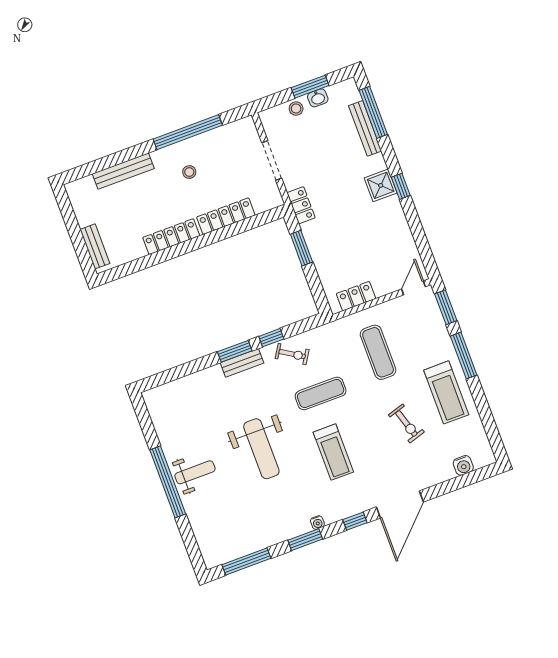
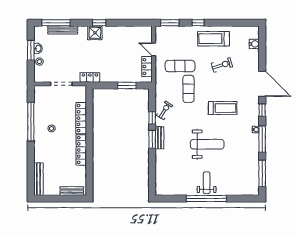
bench: (123, 171) -> (38, 179), moved
window: (301, 248) -> (127, 85), moved
door: (413, 288) -> (154, 49), moved
window: (464, 356) -> (198, 23), width x0.46
treadmill: (446, 392) -> (214, 39), turned 180
exercise mat: (321, 393) -> (188, 89), moved
window: (305, 540) -> (262, 139), width x1.44

